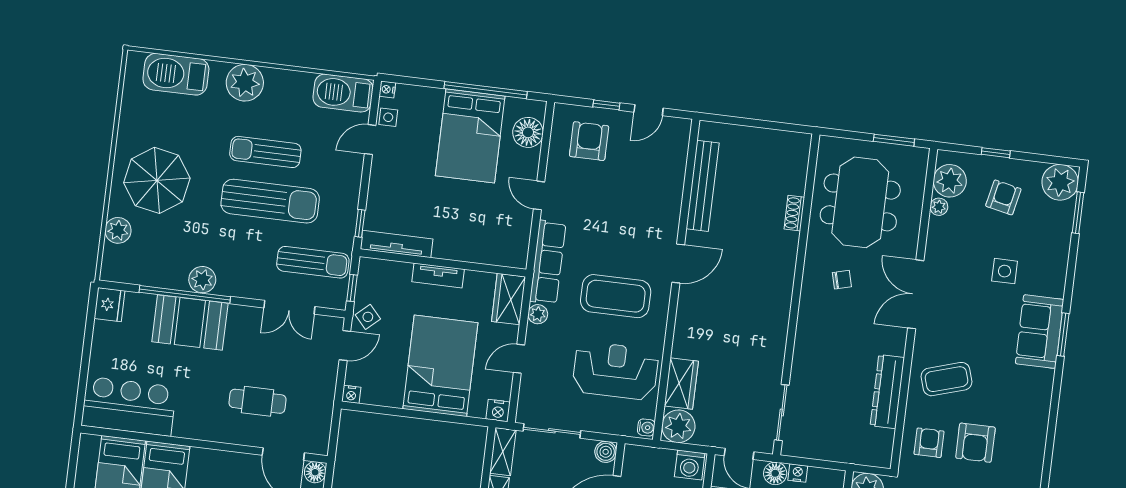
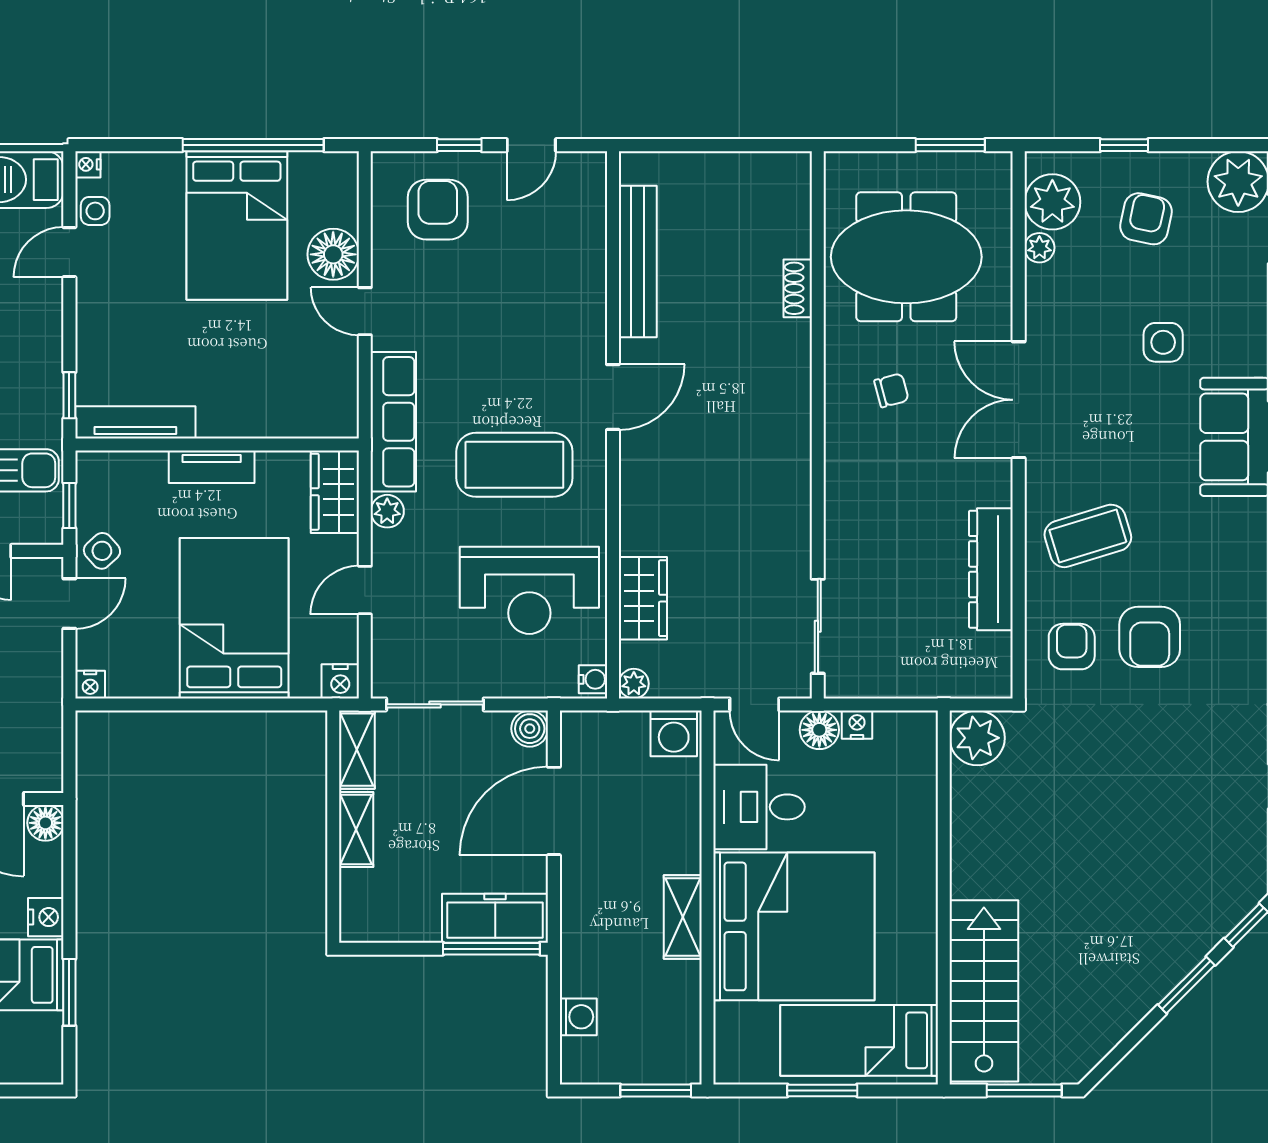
floor lamp: (528, 132) -> (333, 254), moved
meeting table: (860, 202) -> (906, 257), turned 90
reception desk: (615, 371) -> (529, 590), turned 180
plant: (678, 426) -> (634, 684), width x0.53, depth x0.53

